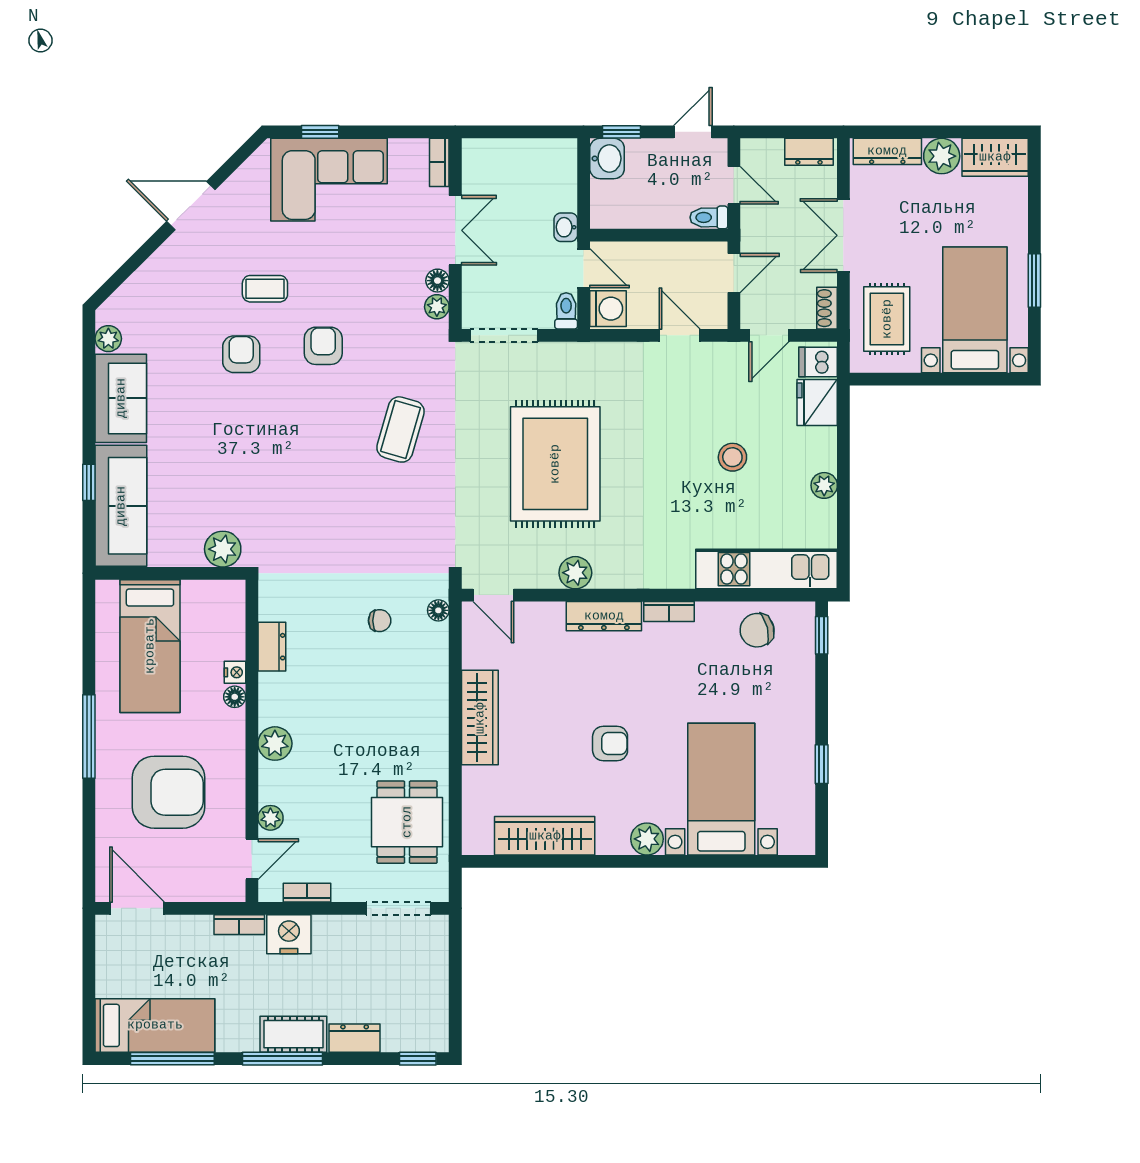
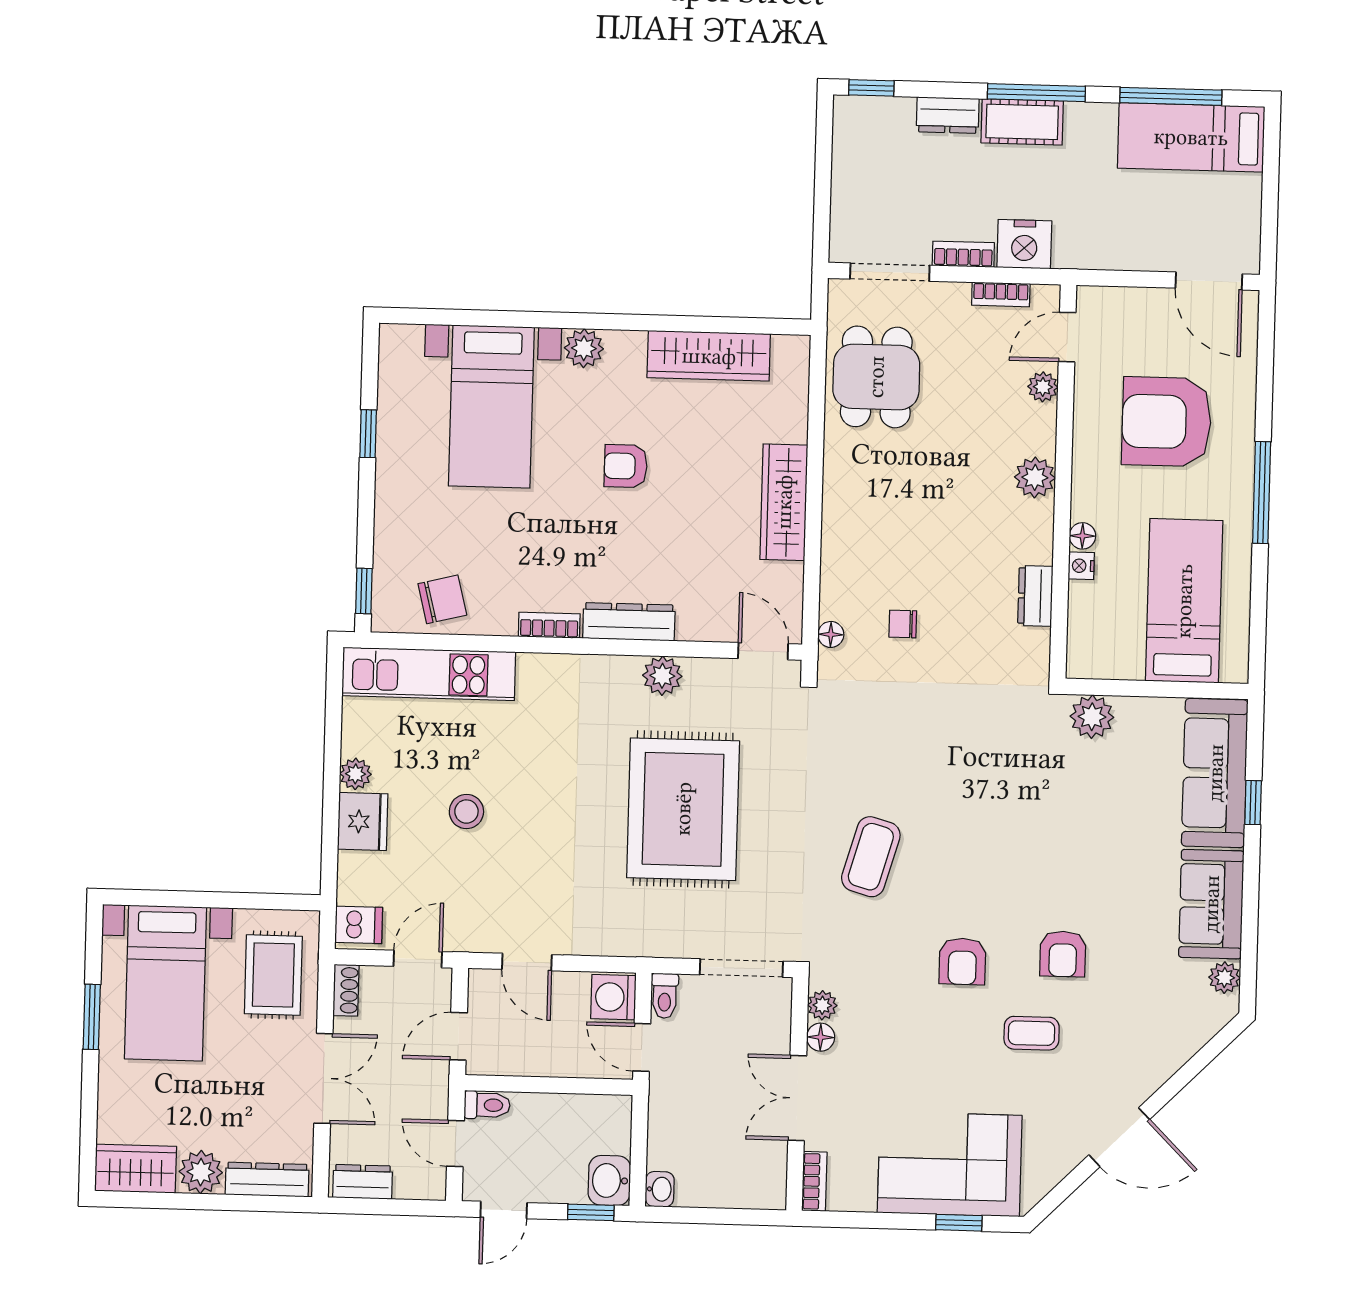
washbasin: (566, 227) -> (660, 1189), moved
fridge: (817, 403) -> (363, 821), moved
bookcase: (239, 925) -> (963, 254), moved

